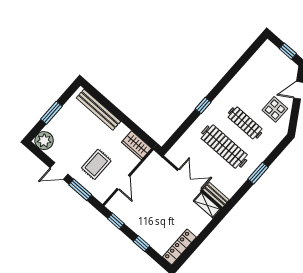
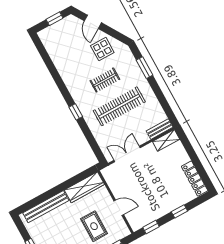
clothes rail: (245, 123) -> (105, 80), width x0.73
wardrobe: (137, 145) -> (84, 187), width x1.50
window: (258, 173) -> (145, 68), moved
double door: (190, 180) -> (127, 154), moved

